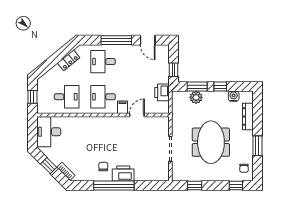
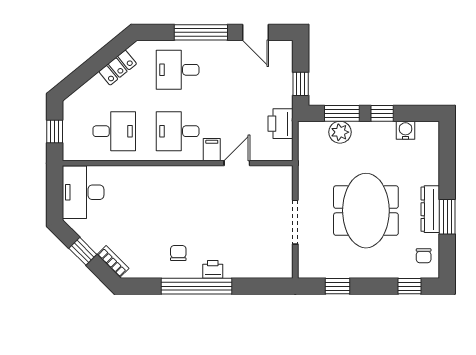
dresser: (248, 116) -> (430, 209), moved
printer: (123, 174) -> (213, 269), width x0.53, depth x0.68

